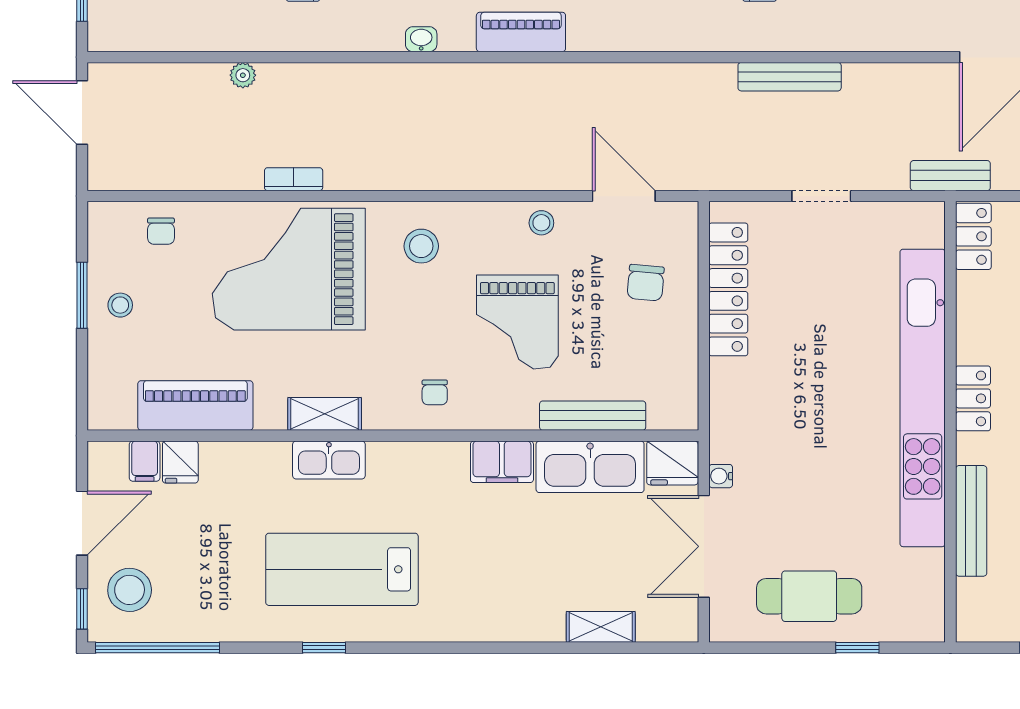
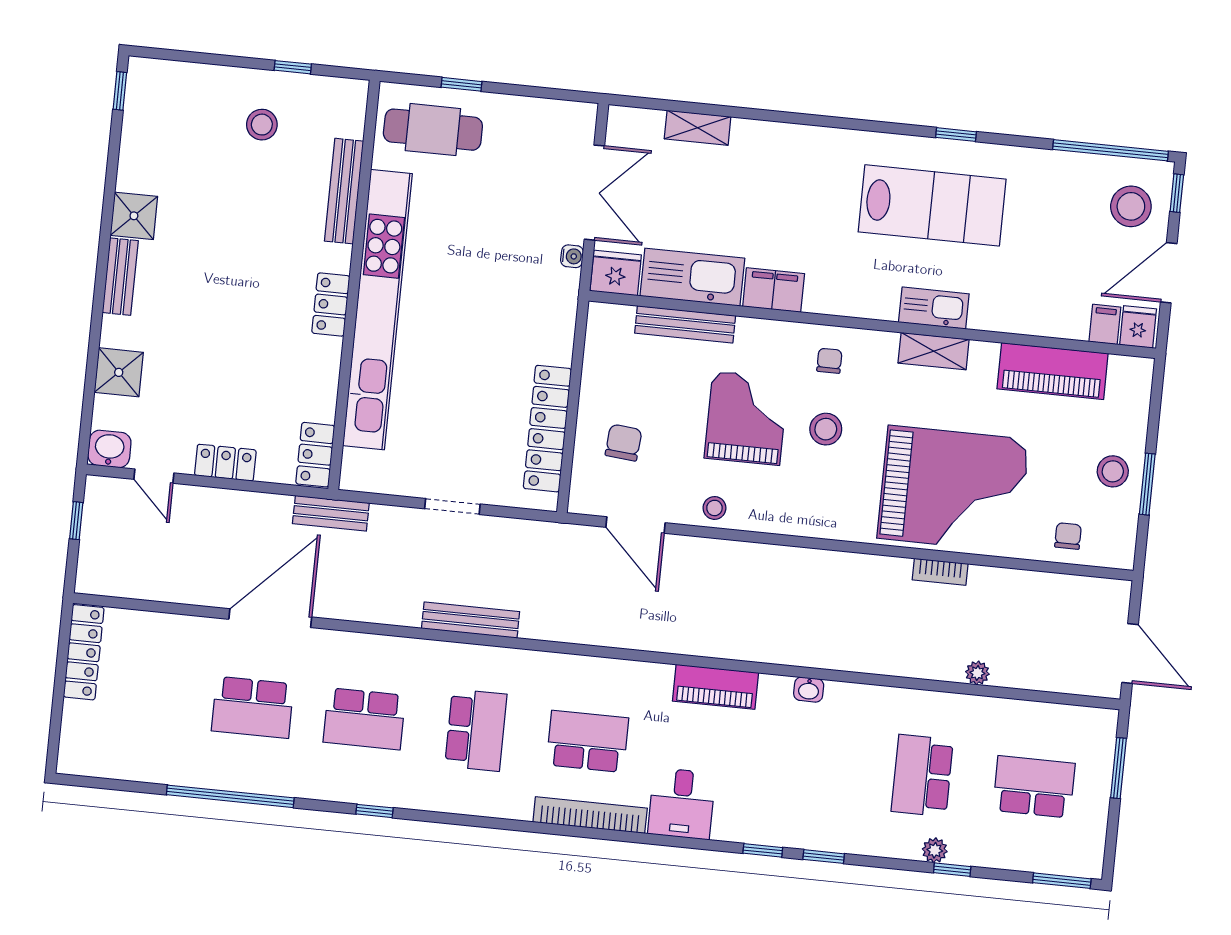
stool: (421, 246) -> (826, 429), moved
stool: (120, 305) -> (1113, 471), width x1.37, depth x1.37
fridge: (180, 462) -> (1138, 327), moved
cafe table: (809, 596) -> (433, 130), moved

